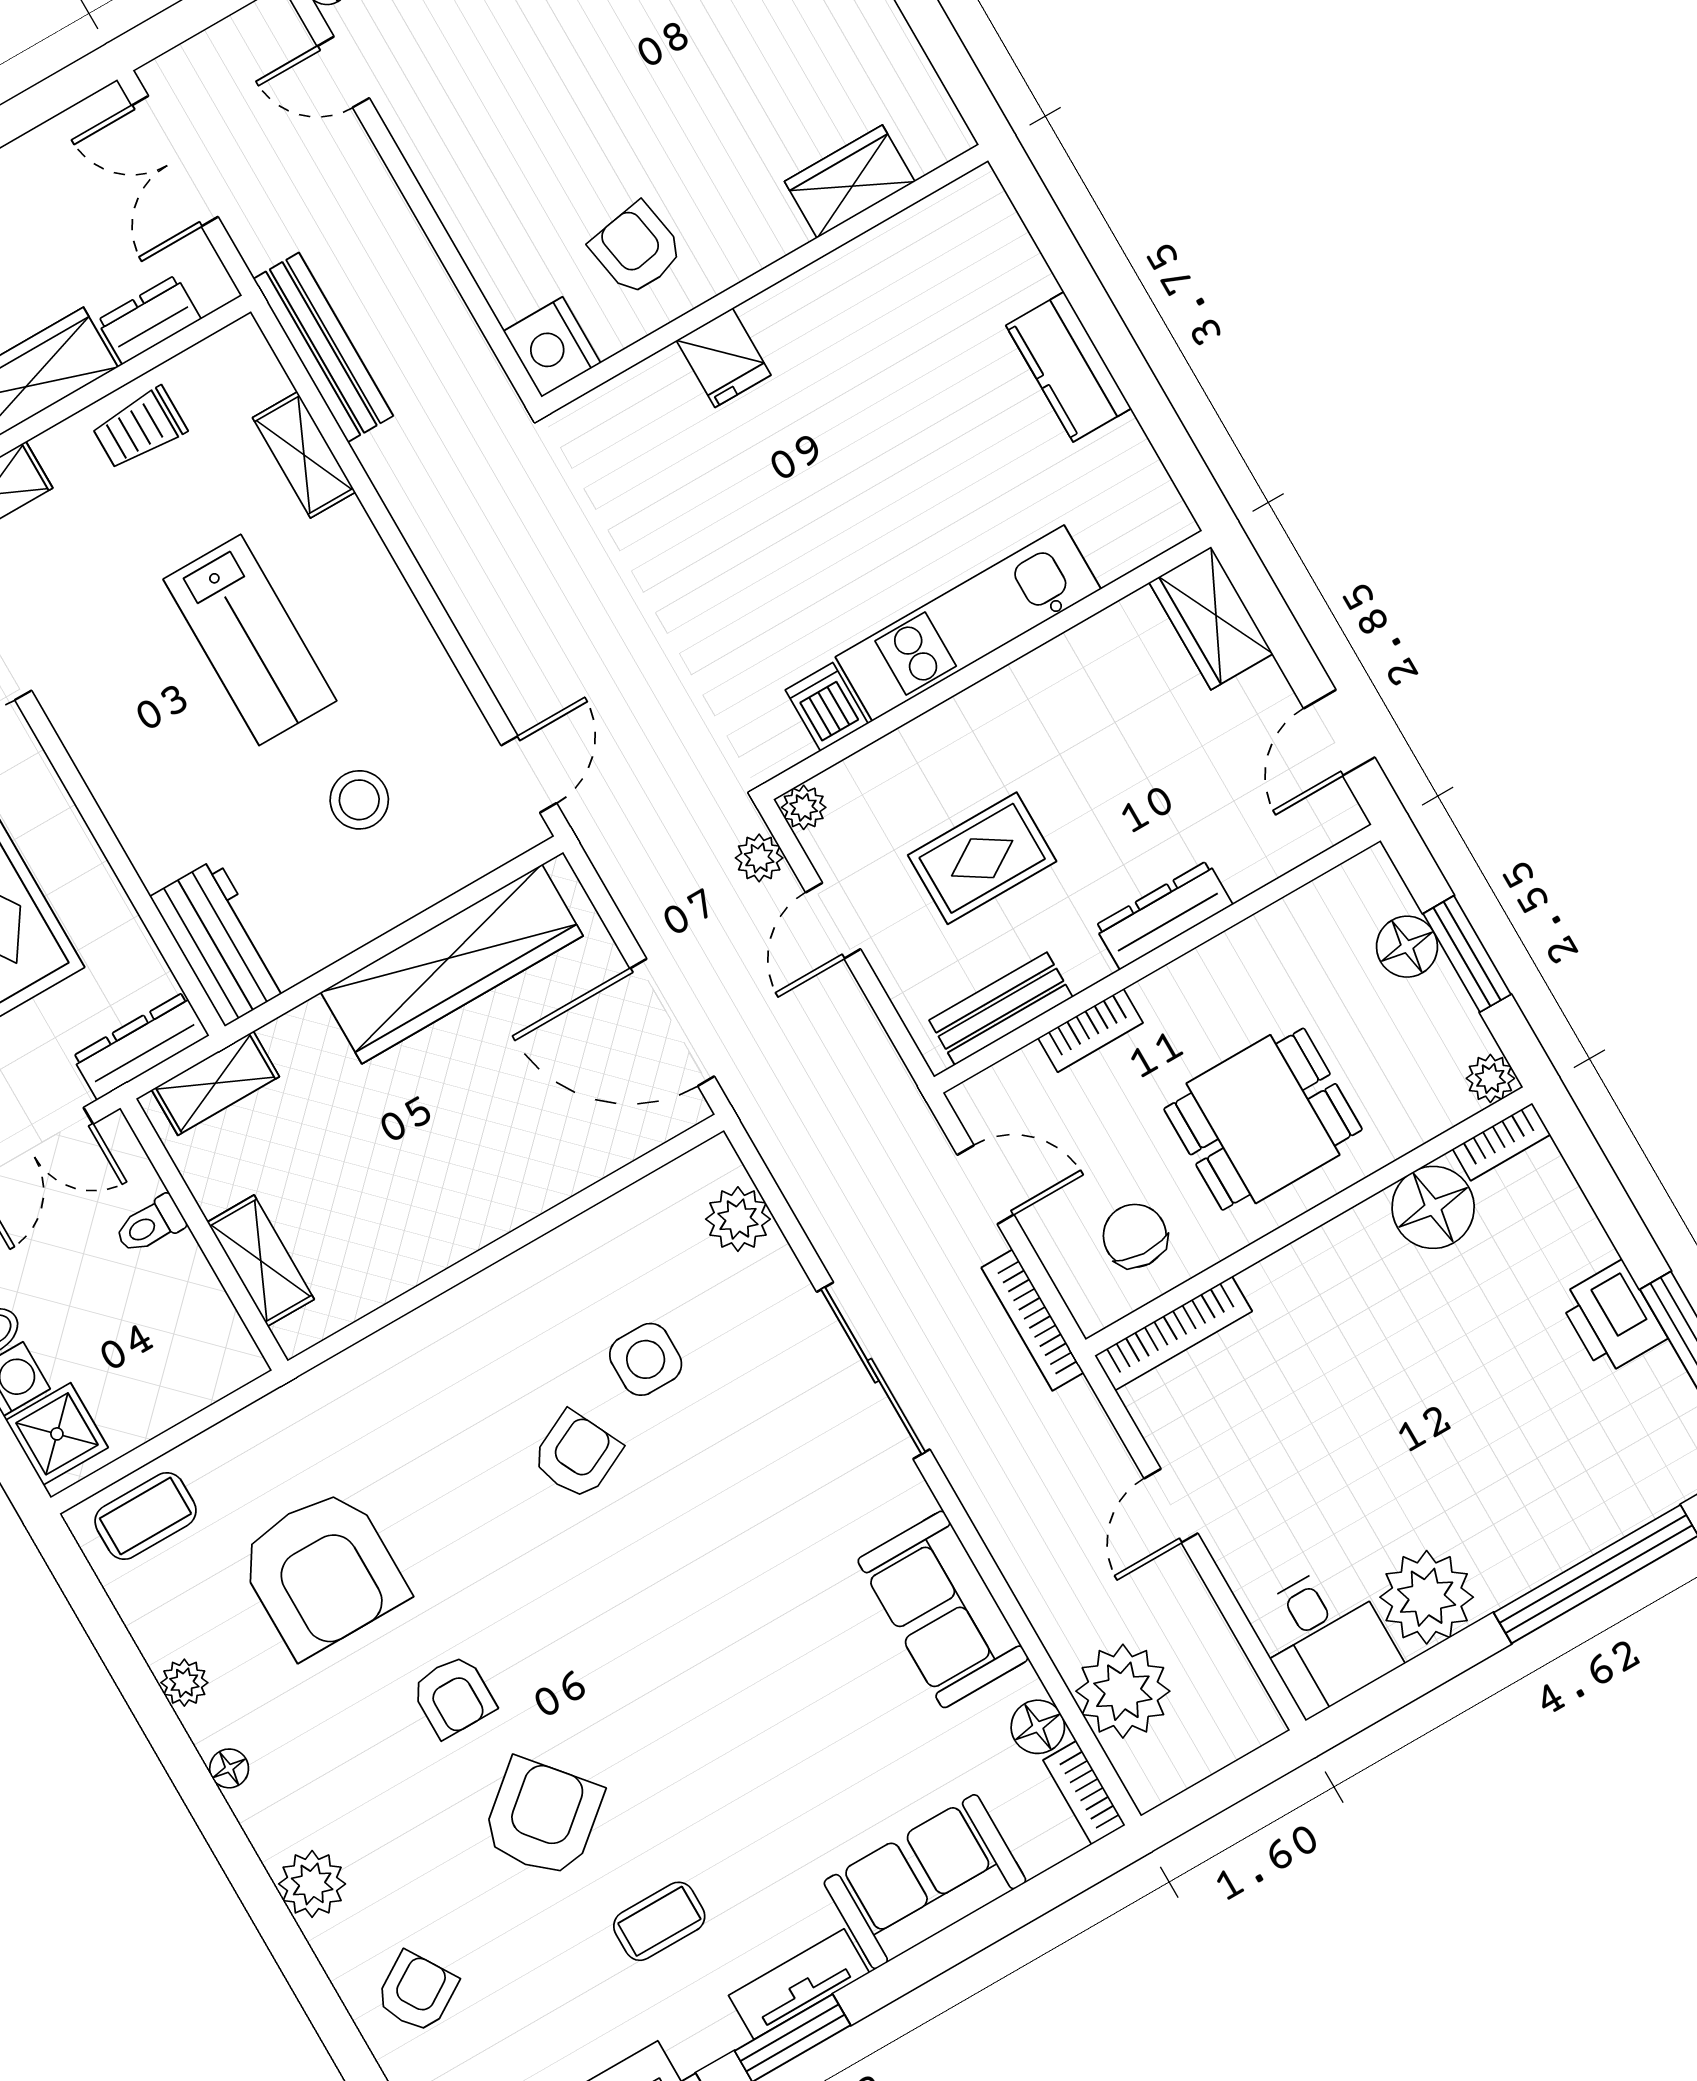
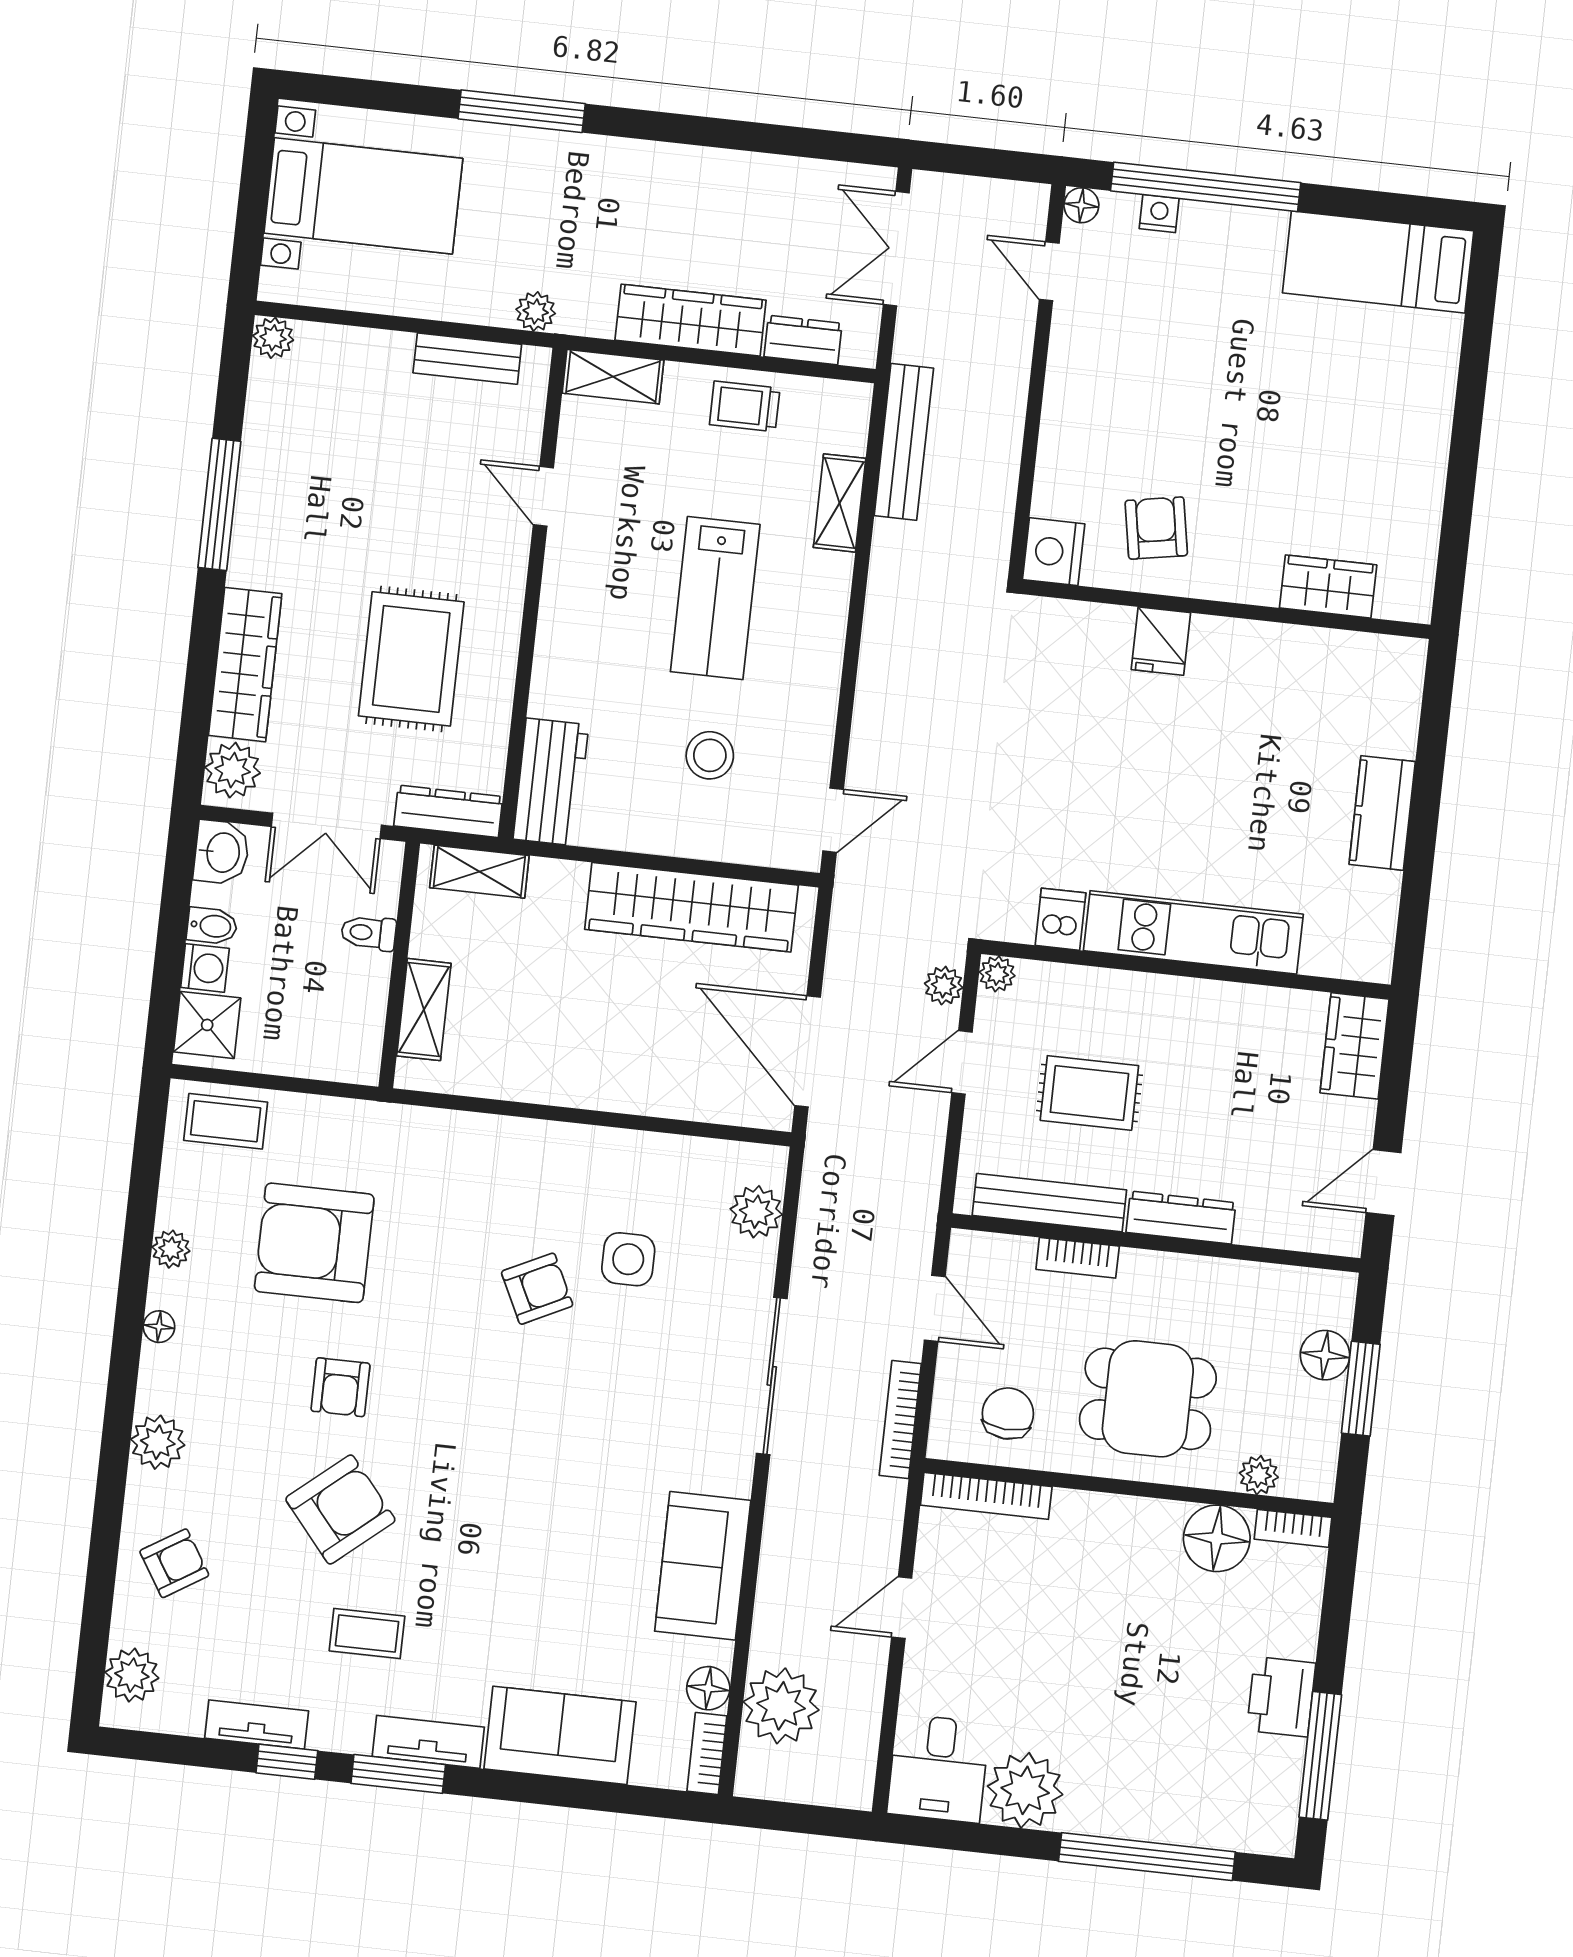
bench: (1001, 1009) -> (1049, 1203), width x1.36
plant: (1490, 1078) -> (1259, 1475), moved
armchair: (322, 1572) -> (314, 1243), turned 90

